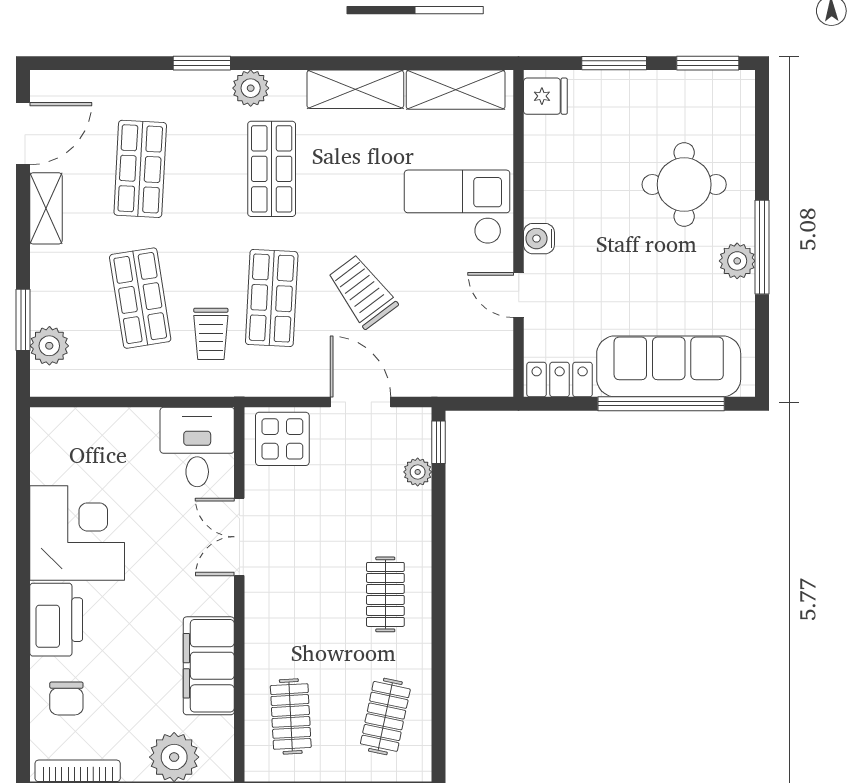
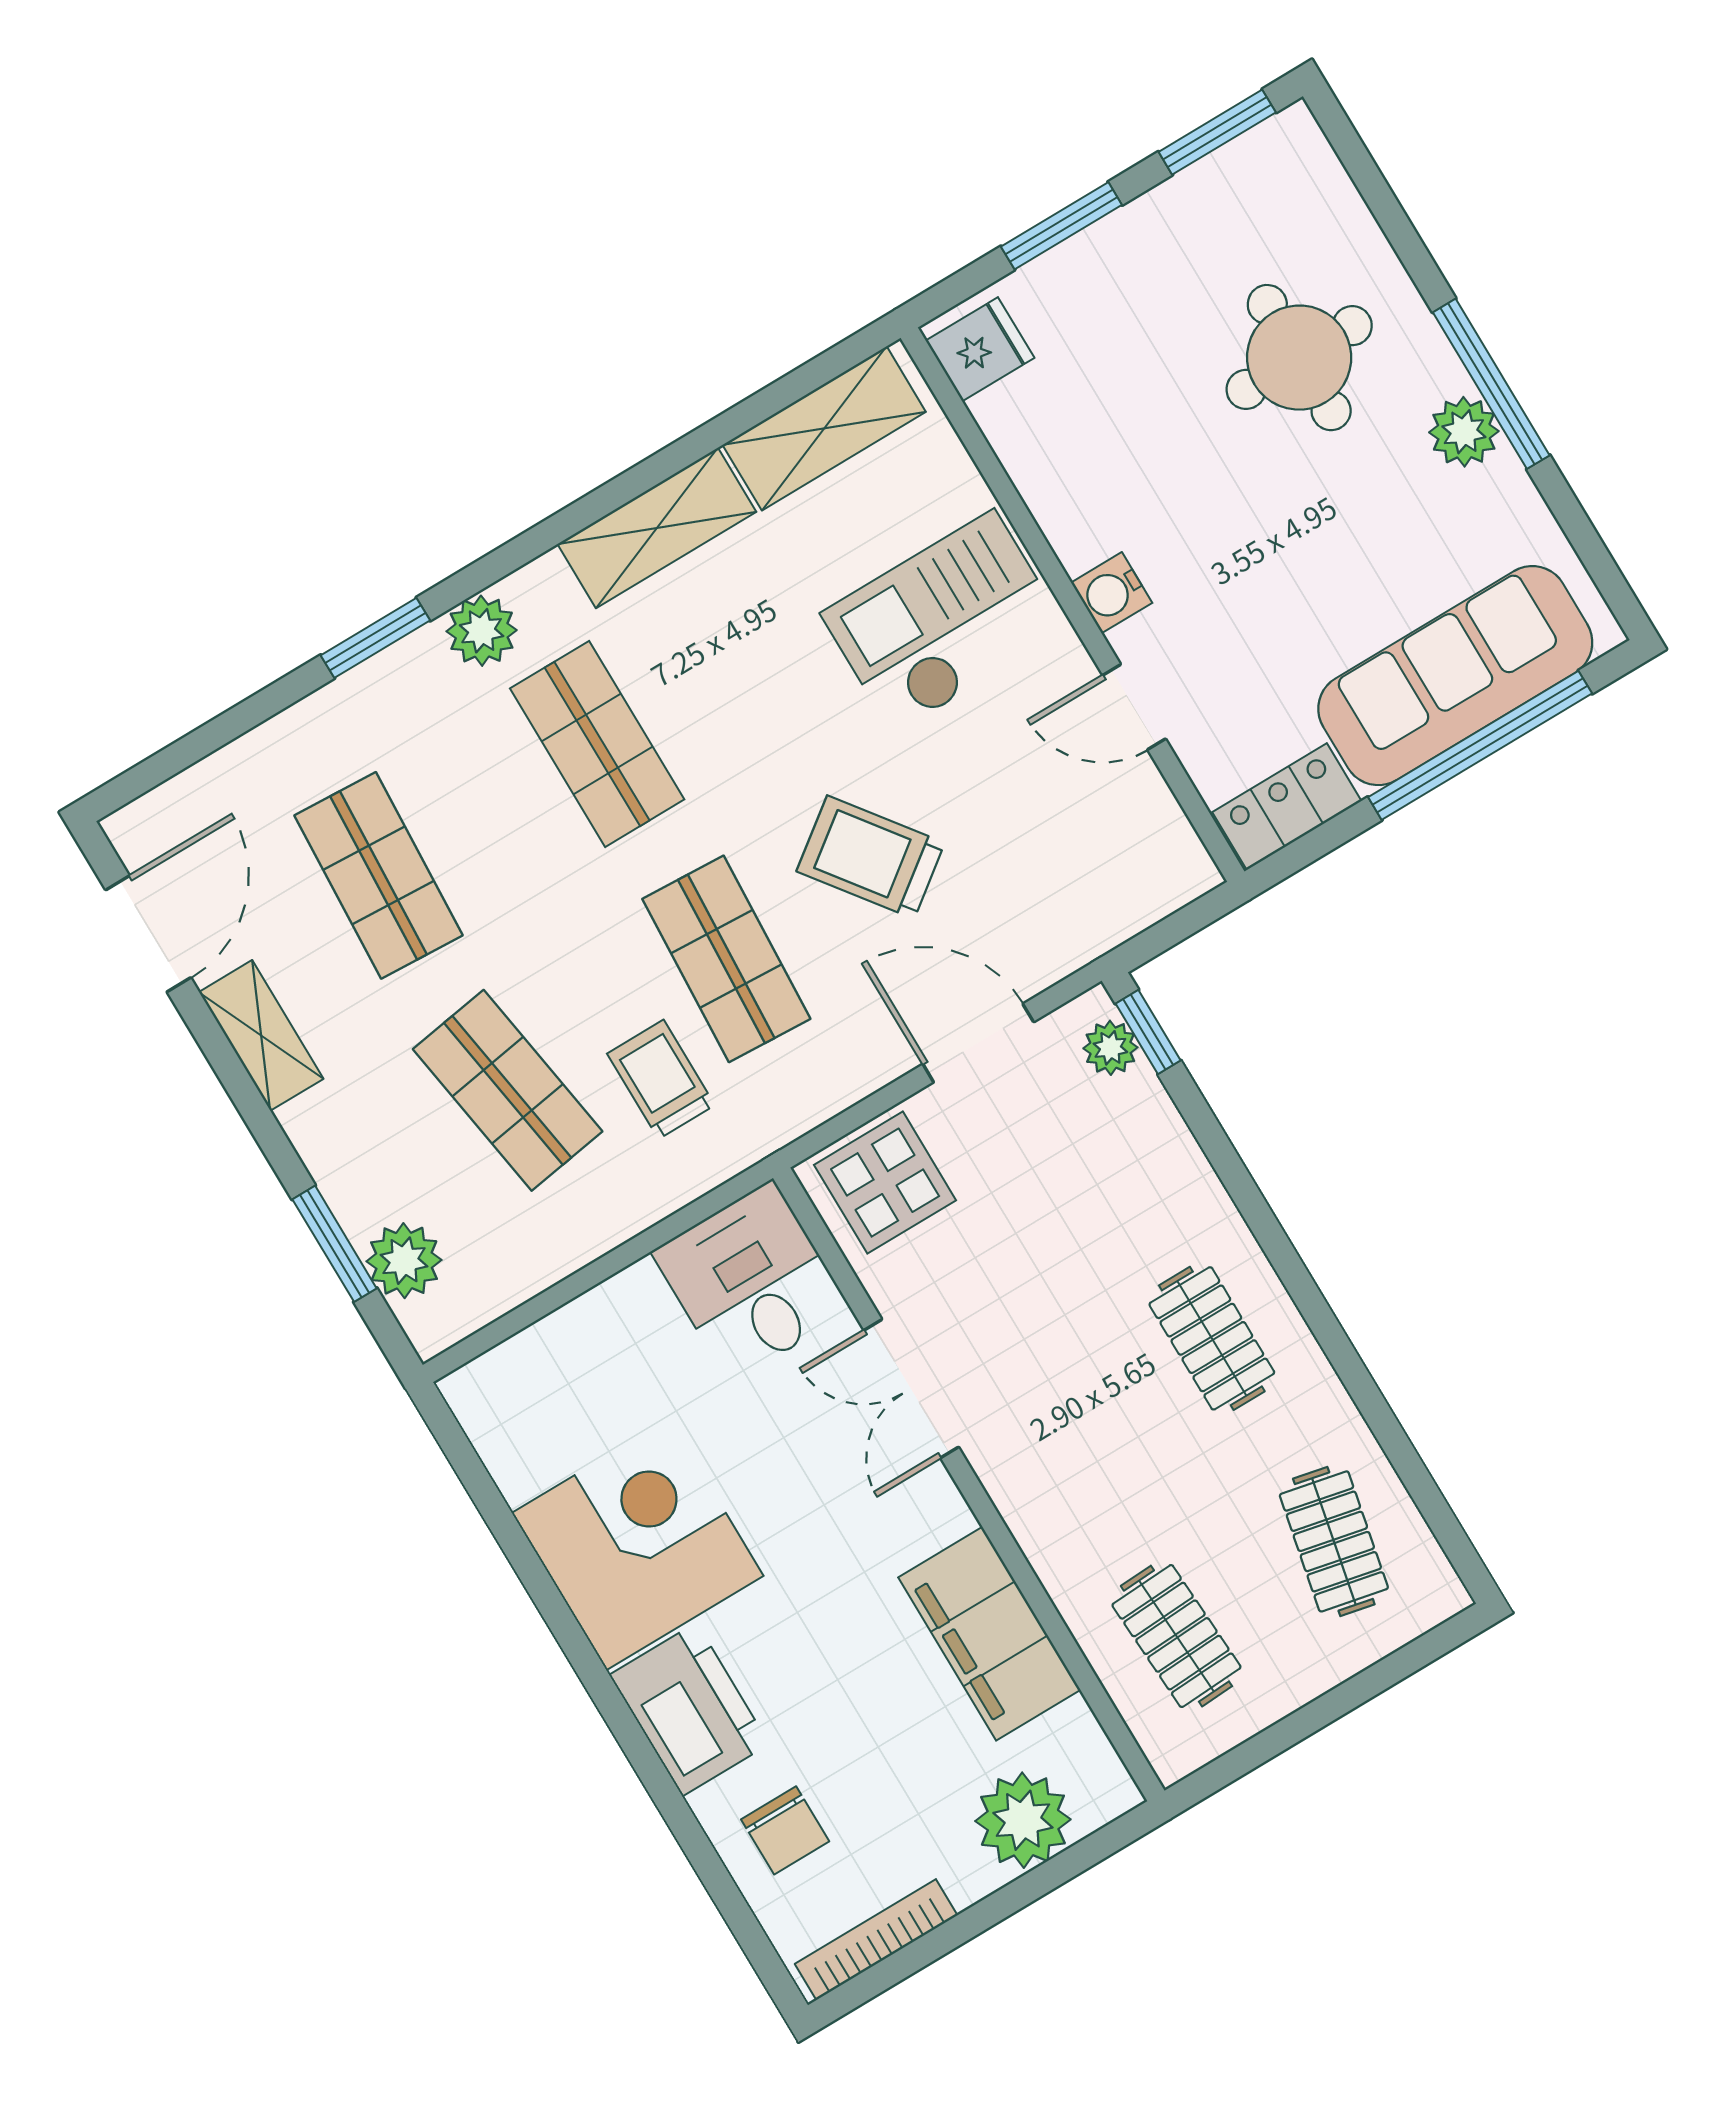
trolley: (211, 334) -> (661, 1079), turned 180
plant: (418, 472) -> (1110, 1048), moved

